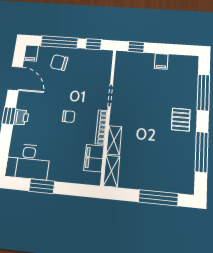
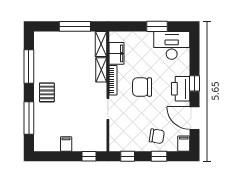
window: (59, 42) -> (159, 156), width x0.46
printer: (21, 117) -> (181, 89), width x1.87, depth x1.48
chair: (69, 117) -> (142, 87), width x1.87, depth x1.87
window: (158, 198) -> (75, 26), moved

